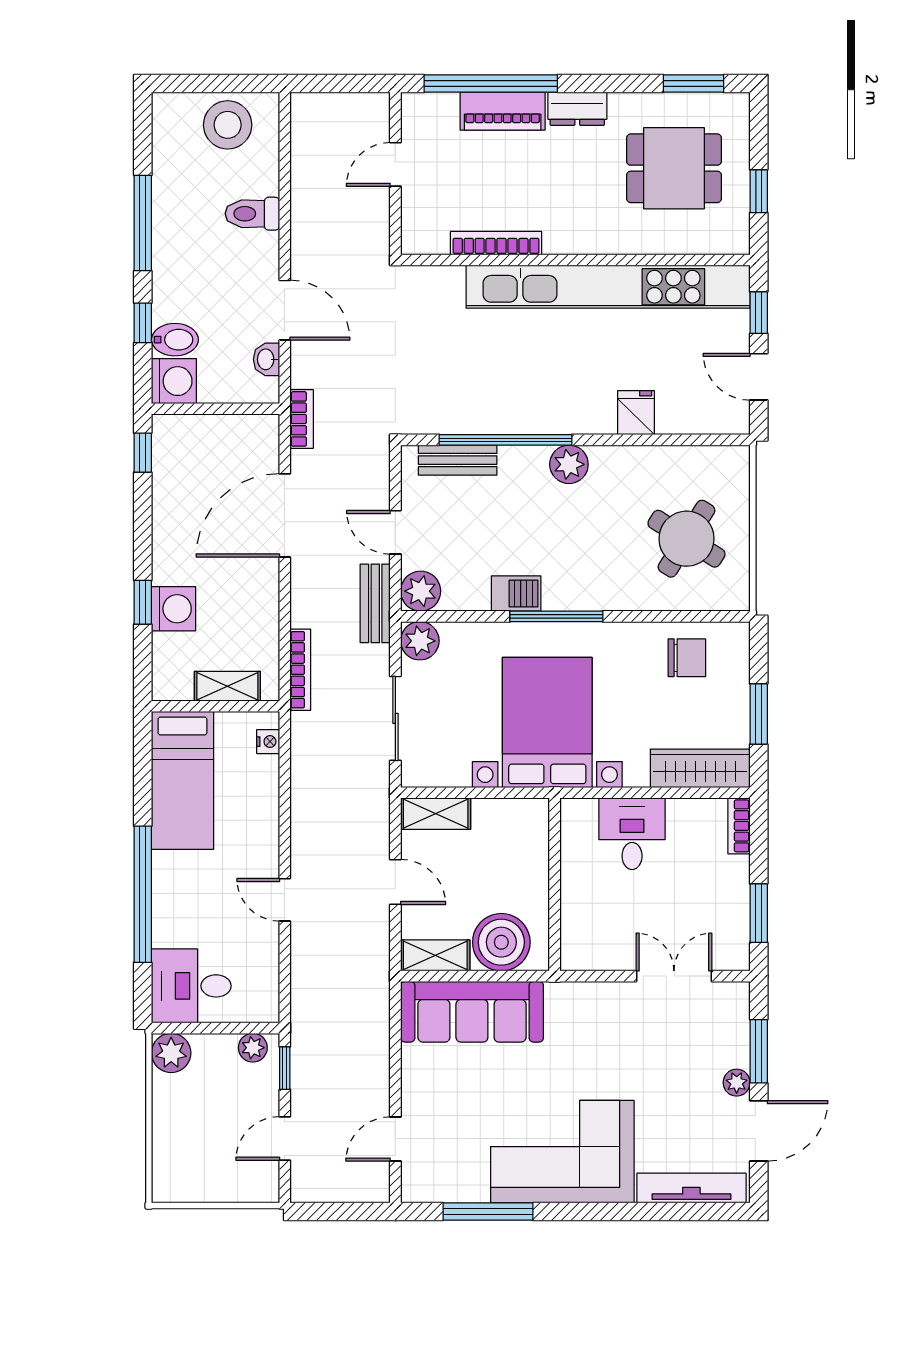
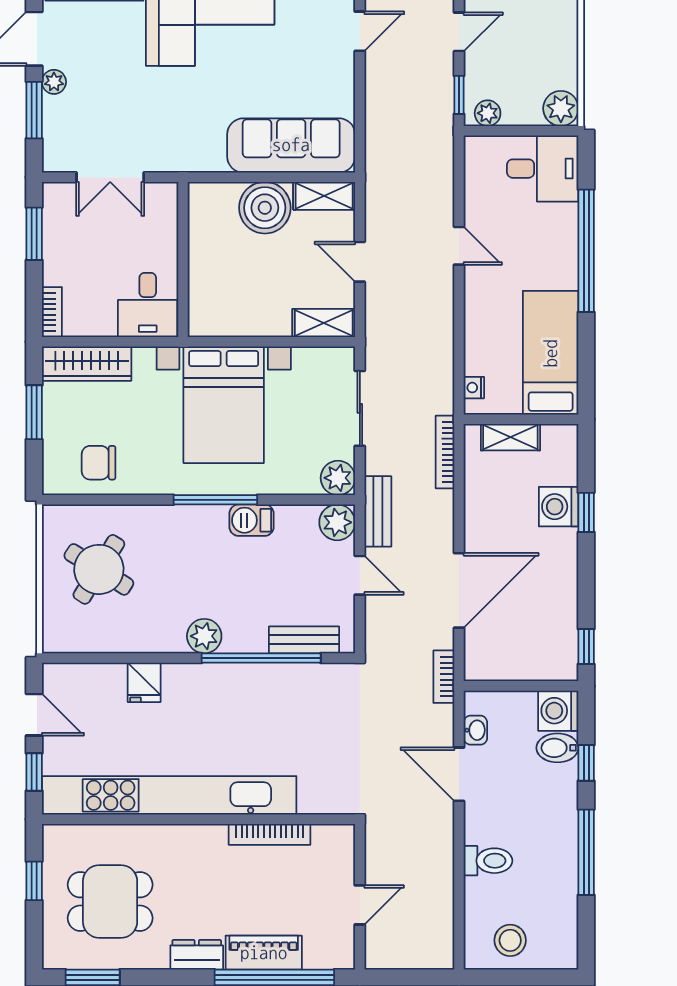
stool: (228, 125) -> (510, 940), width x0.73, depth x0.73
wall: (555, 884) -> (183, 259), moved

